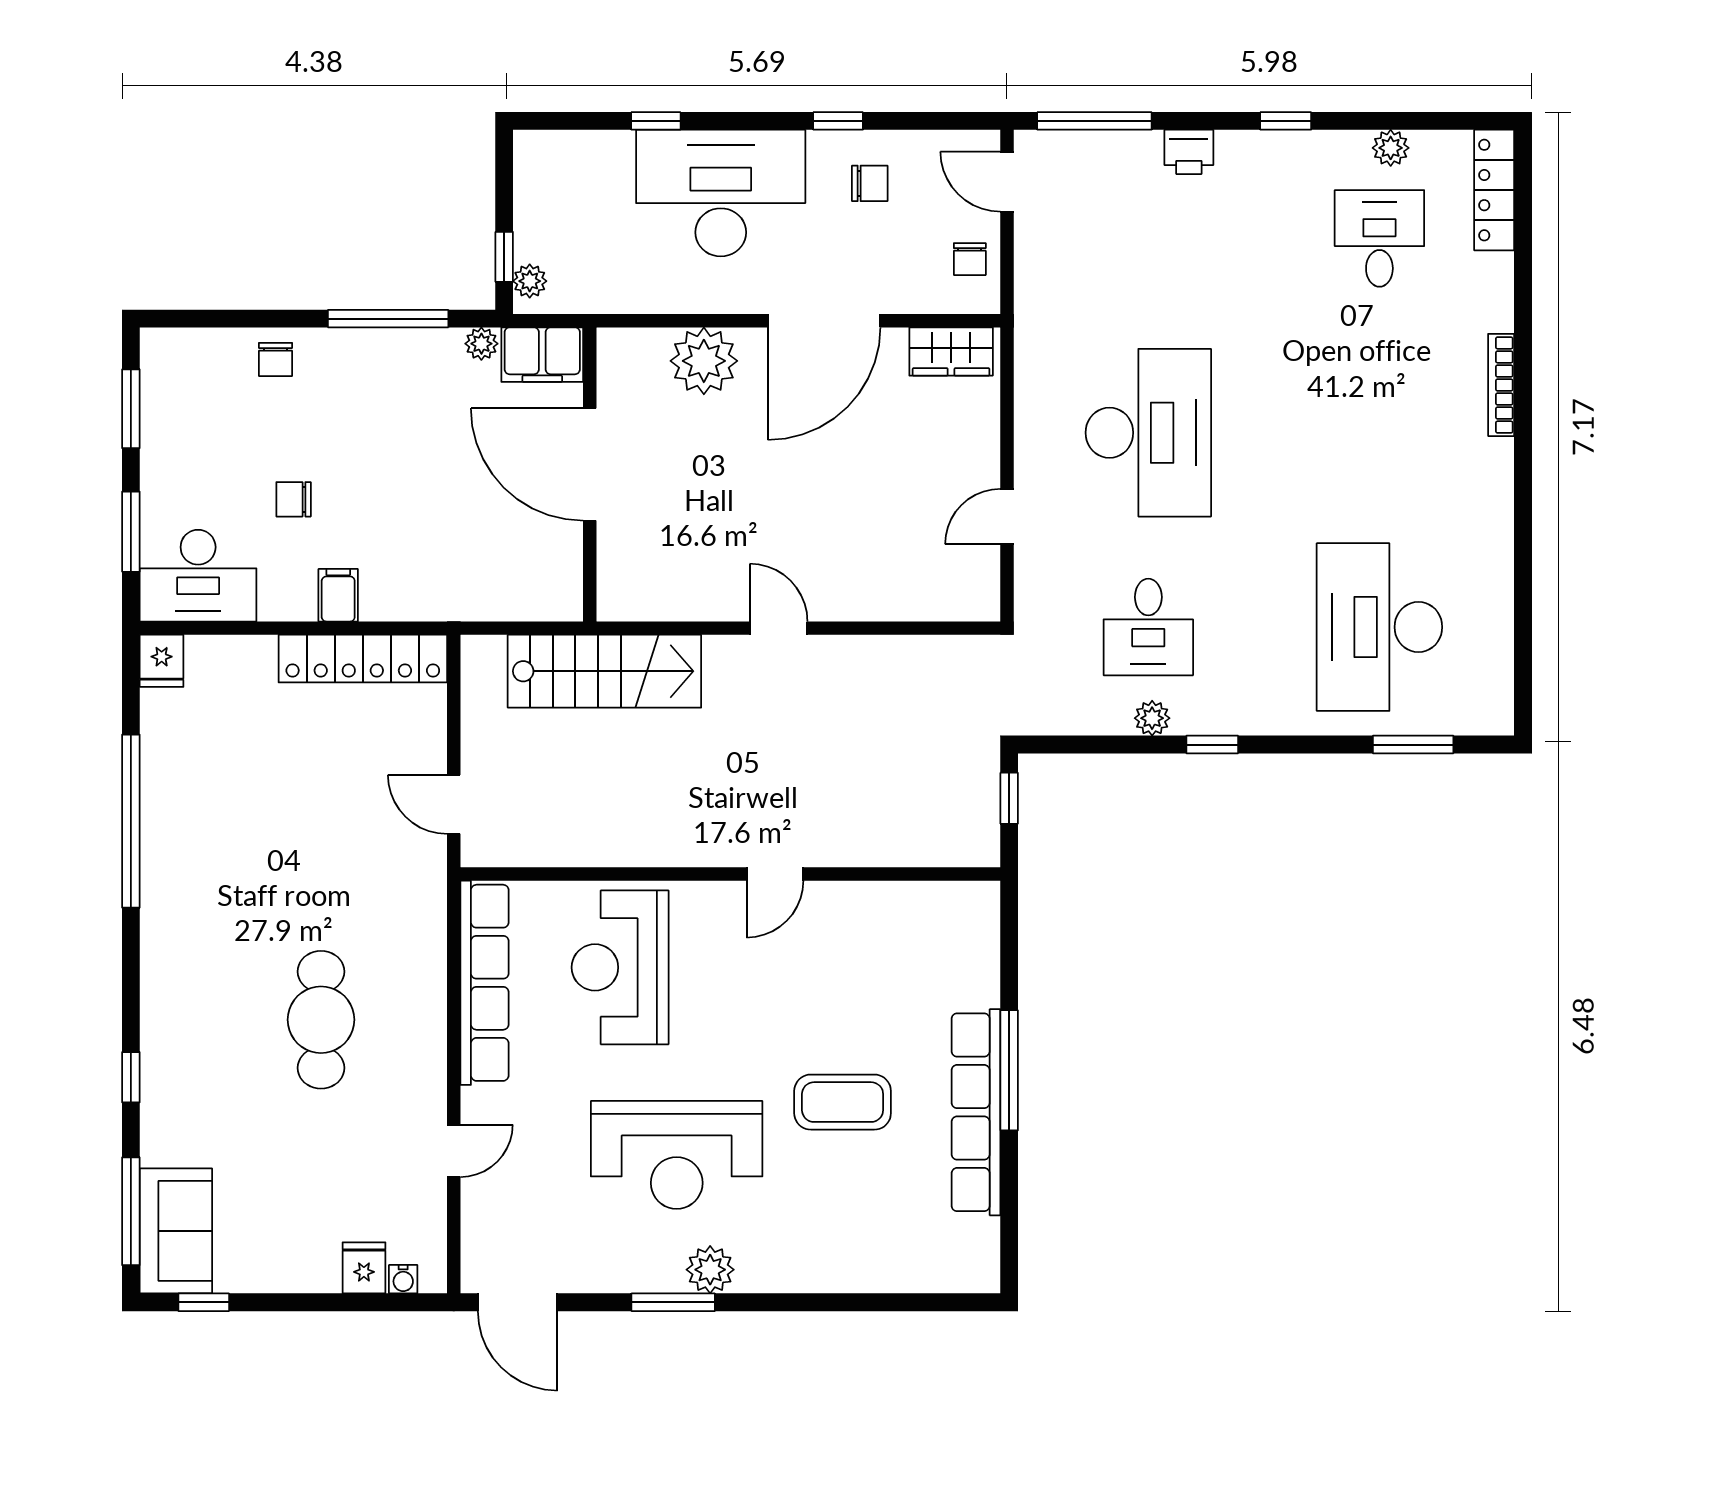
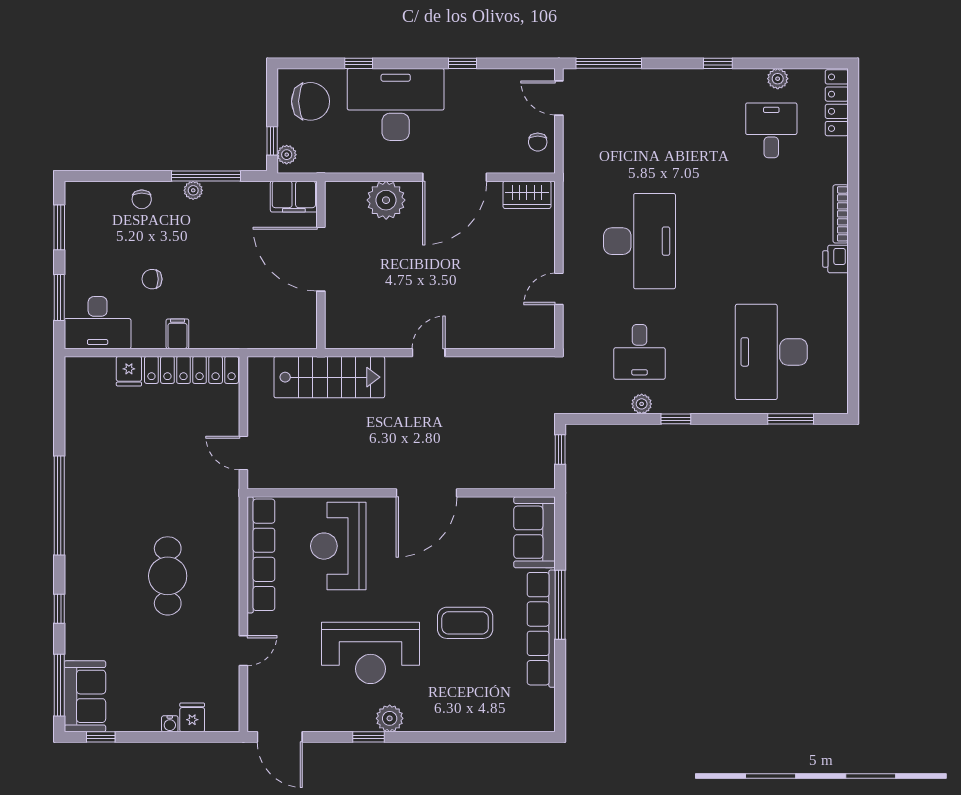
printer: (1189, 152) -> (835, 259), moved, turned 90
chair: (870, 183) -> (310, 101), moved, width x1.87, depth x1.87
plant: (481, 344) -> (193, 190), moved
door: (779, 628) -> (429, 353), hinge flipped
fridge: (162, 661) -> (129, 371), moved
window: (131, 821) -> (59, 505), moved
door: (775, 874) -> (427, 493), width x1.87
sofa: (964, 943) -> (535, 532), added
water cooler: (403, 1279) -> (170, 724), moved
window: (673, 1302) -> (369, 737), width x0.67

